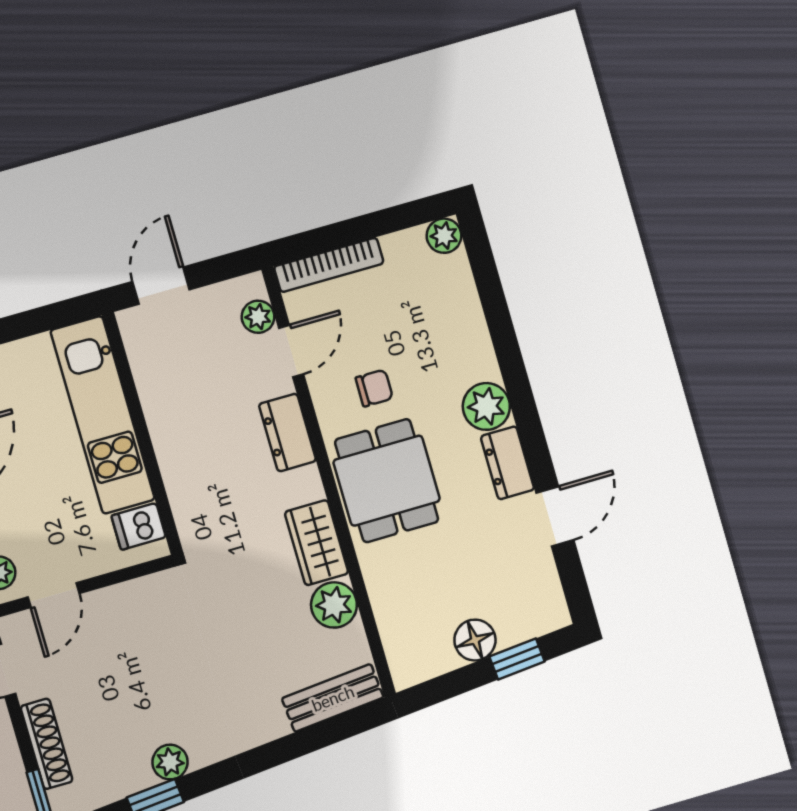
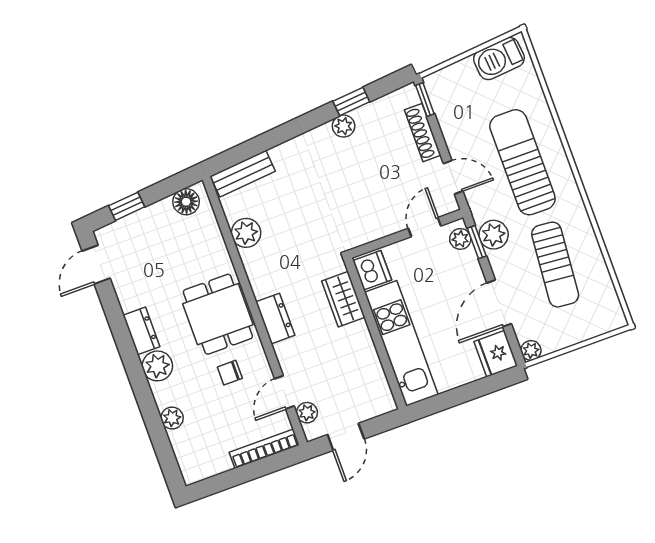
plant: (444, 236) -> (172, 418), moved
door: (161, 286) -> (346, 437), moved
dresser: (287, 433) -> (275, 319), moved
door: (555, 516) -> (96, 265), moved
dishwasher: (139, 526) -> (372, 270), width x1.38
wardrobe: (317, 543) -> (343, 299), moved, turned 180
floor lamp: (475, 640) -> (186, 202), moved

